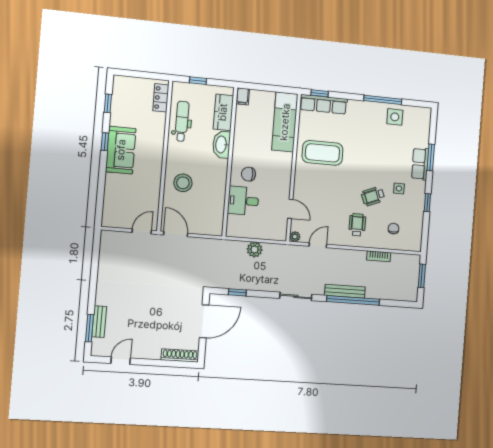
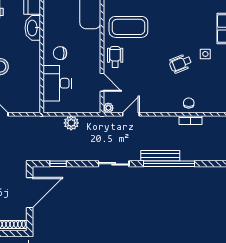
desk: (243, 201) -> (57, 83), width x1.37
wheelchair: (357, 225) -> (115, 57), moved
chair: (393, 229) -> (189, 103), moved

